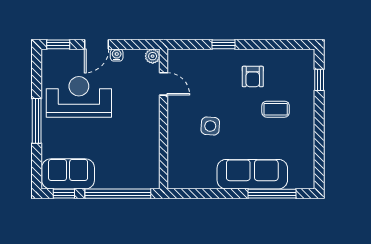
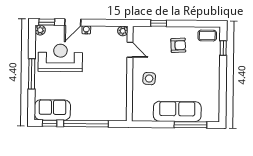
plant: (49, 56) -> (40, 30), added
plant: (153, 56) -> (123, 31), moved
armchair: (253, 77) -> (178, 45), turned -93
door: (164, 84) -> (130, 50), moved
coffee table: (276, 109) -> (207, 35), moved
wall: (164, 119) -> (130, 74), moved

